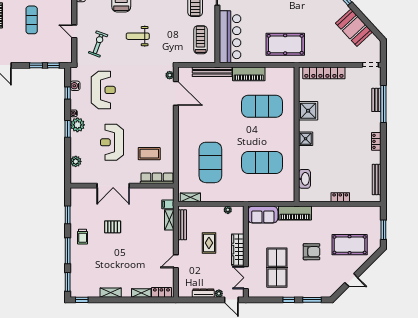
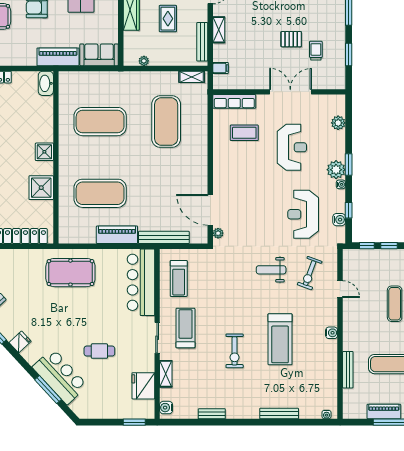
weight bench: (138, 36) -> (271, 270), moved, turned 180
washbasin: (304, 179) -> (46, 83), moved
shelving: (169, 220) -> (219, 30), moved
trolley: (83, 237) -> (316, 51), moved

